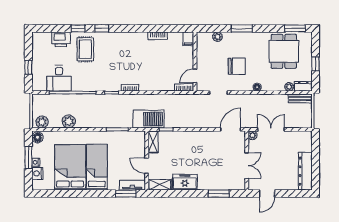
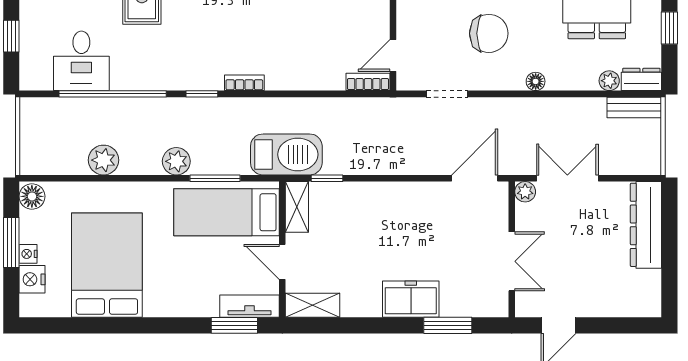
plant: (42, 122) -> (176, 161), moved
bed: (97, 167) -> (227, 212), moved, turned -90
dresser: (305, 171) -> (646, 225), moved
freezer: (185, 182) -> (411, 299), moved

